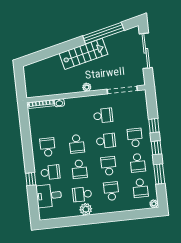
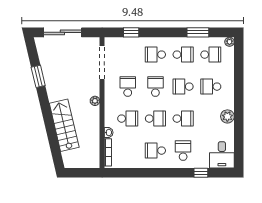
window: (103, 33) -> (38, 76), width x0.47
stairs: (83, 54) -> (64, 125), moved
window: (154, 126) -> (131, 32), moved
window: (156, 148) -> (169, 32), removed
window: (31, 179) -> (201, 173), moved
school desk: (82, 194) -> (128, 119), moved, turned -90
desk: (49, 196) -> (222, 155), moved

